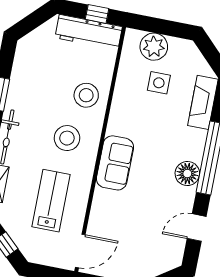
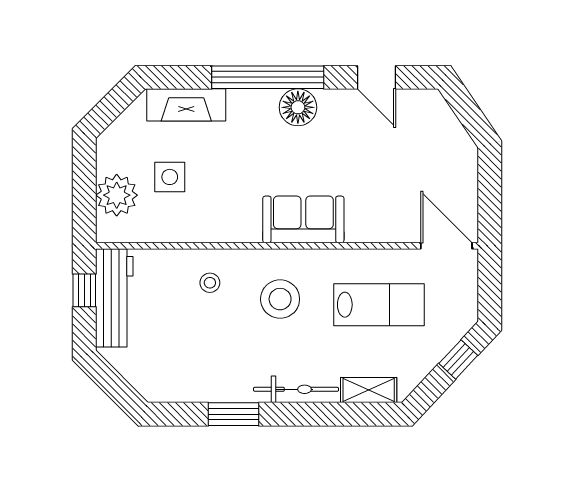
stool: (86, 95) -> (210, 283), width x0.53, depth x0.53
lab bench: (51, 201) -> (379, 305), turned 180

